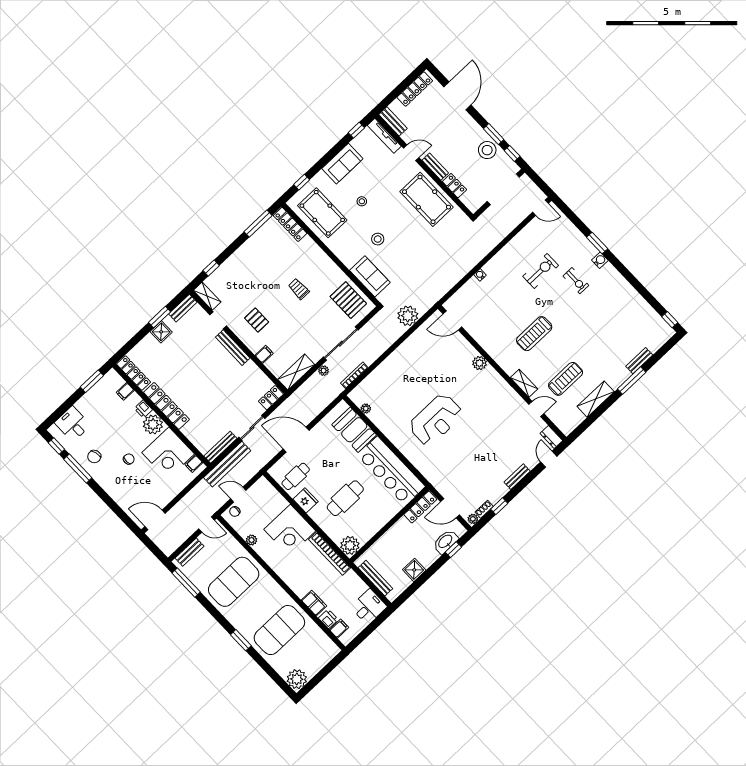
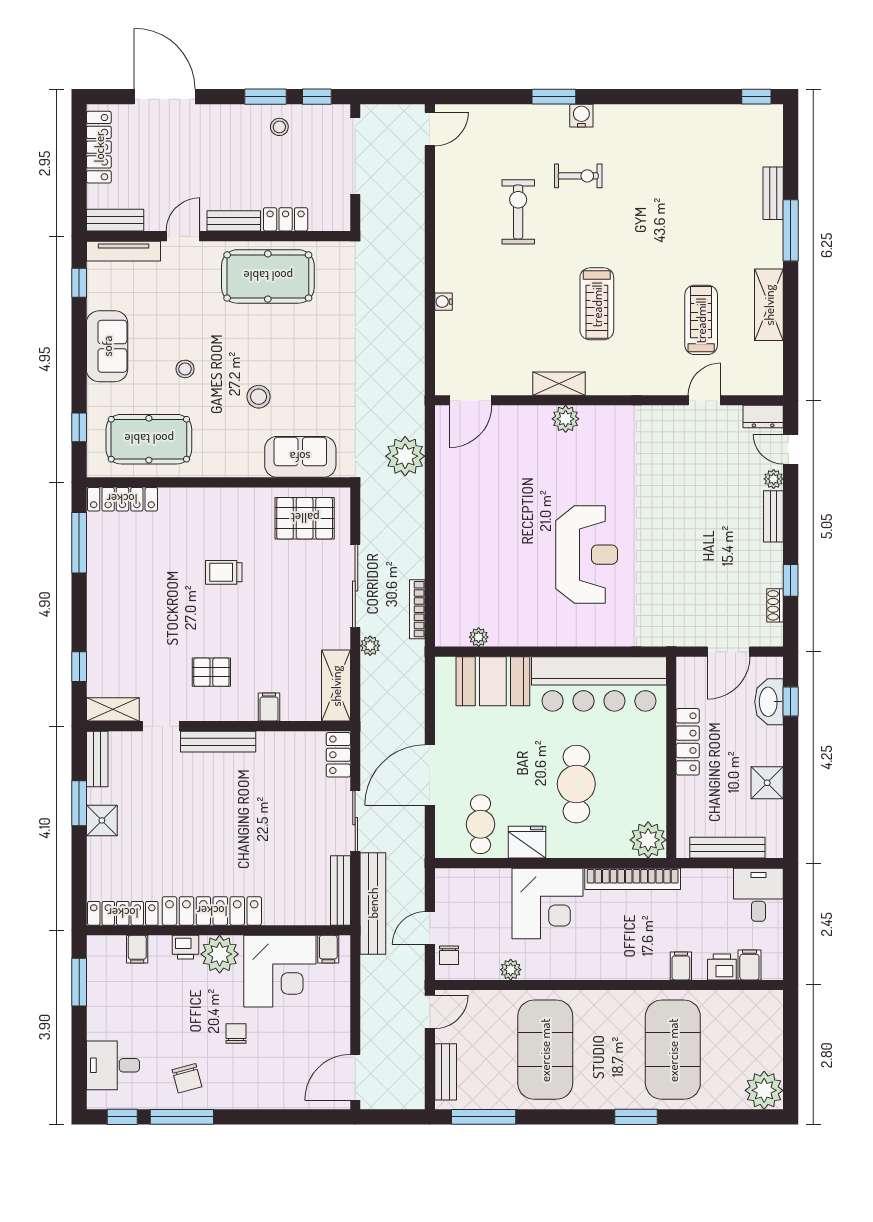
stool: (487, 150) -> (279, 127), width x0.53, depth x0.53
shelving: (524, 383) -> (559, 384), moved
locker: (420, 507) -> (688, 742), moved
plant: (473, 519) -> (774, 479), moved
filing cabinet: (314, 603) -> (681, 966), width x0.50

